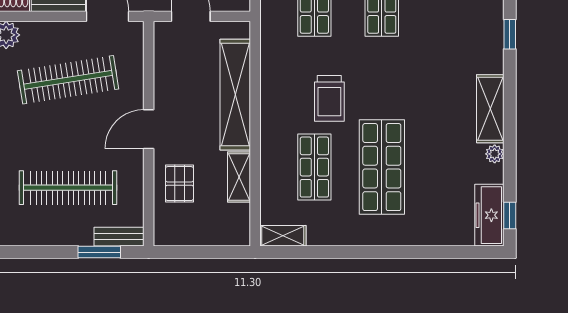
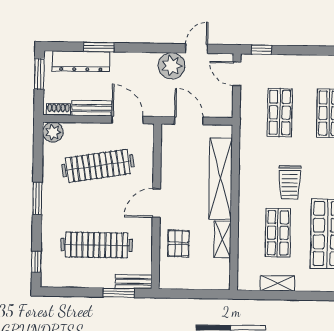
shelving: (283, 236) -> (277, 283), moved

